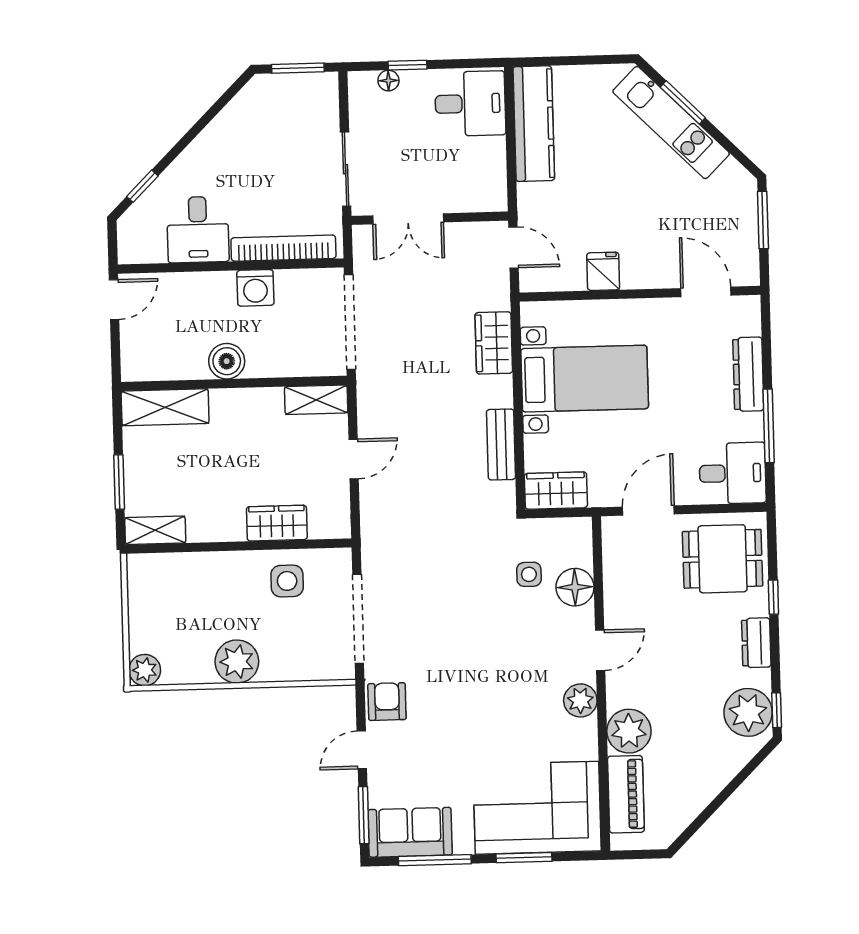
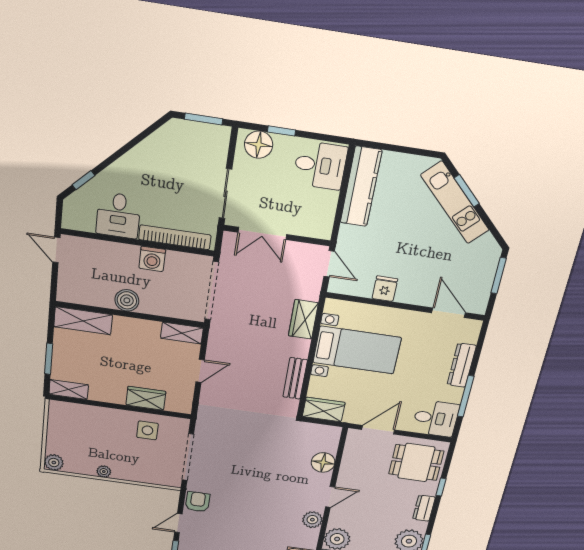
floor lamp: (388, 81) -> (259, 145), width x1.89, depth x1.89
door: (114, 300) -> (56, 250), swing flipped
side table: (529, 574) -> (297, 451), removed
plant: (237, 662) -> (104, 472), width x0.53, depth x0.53

